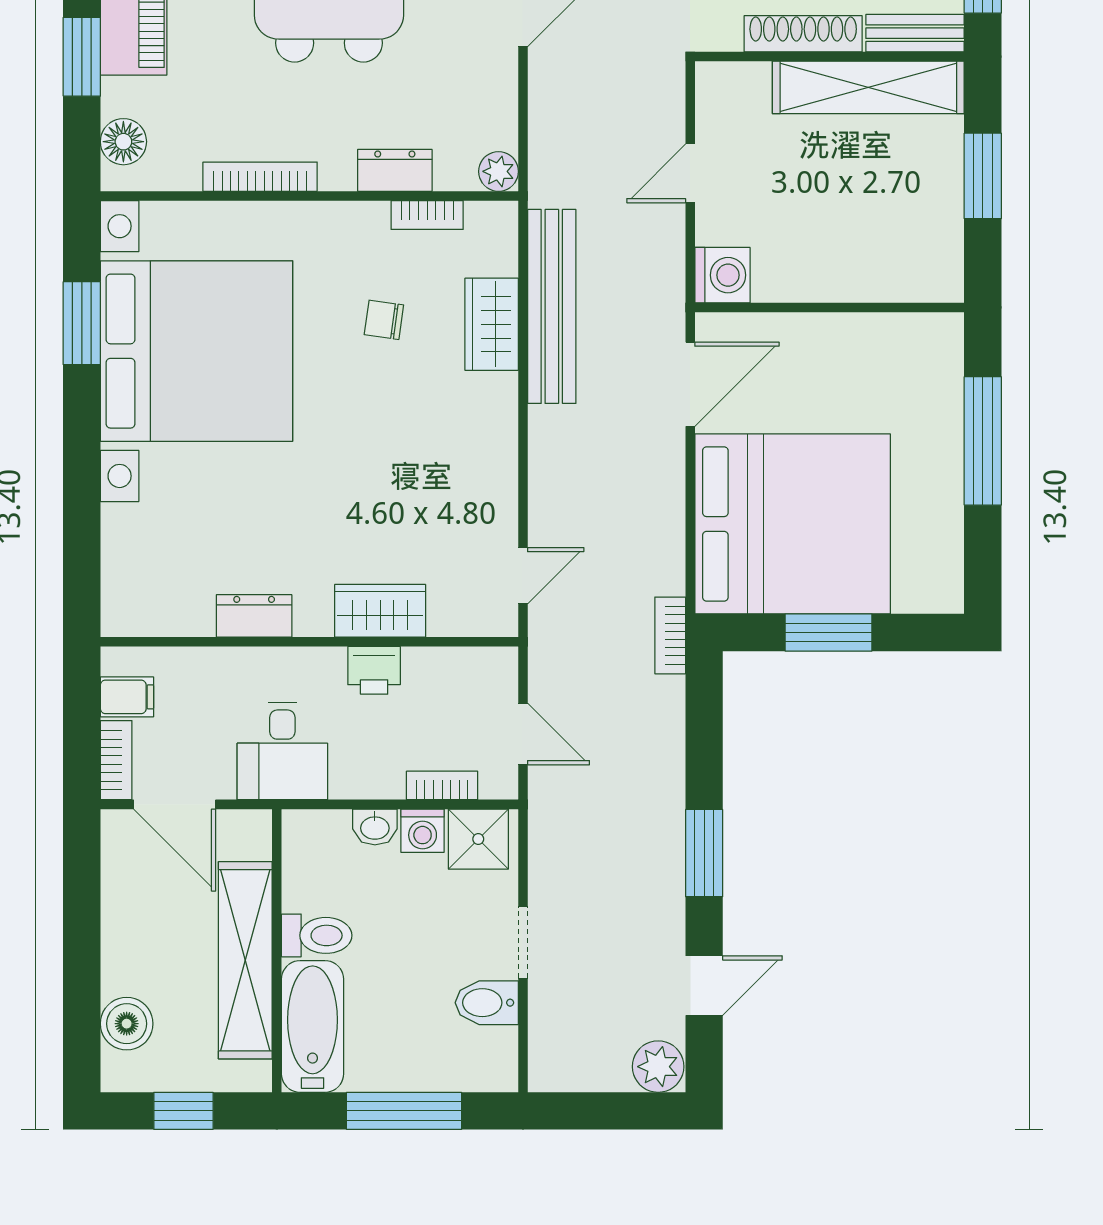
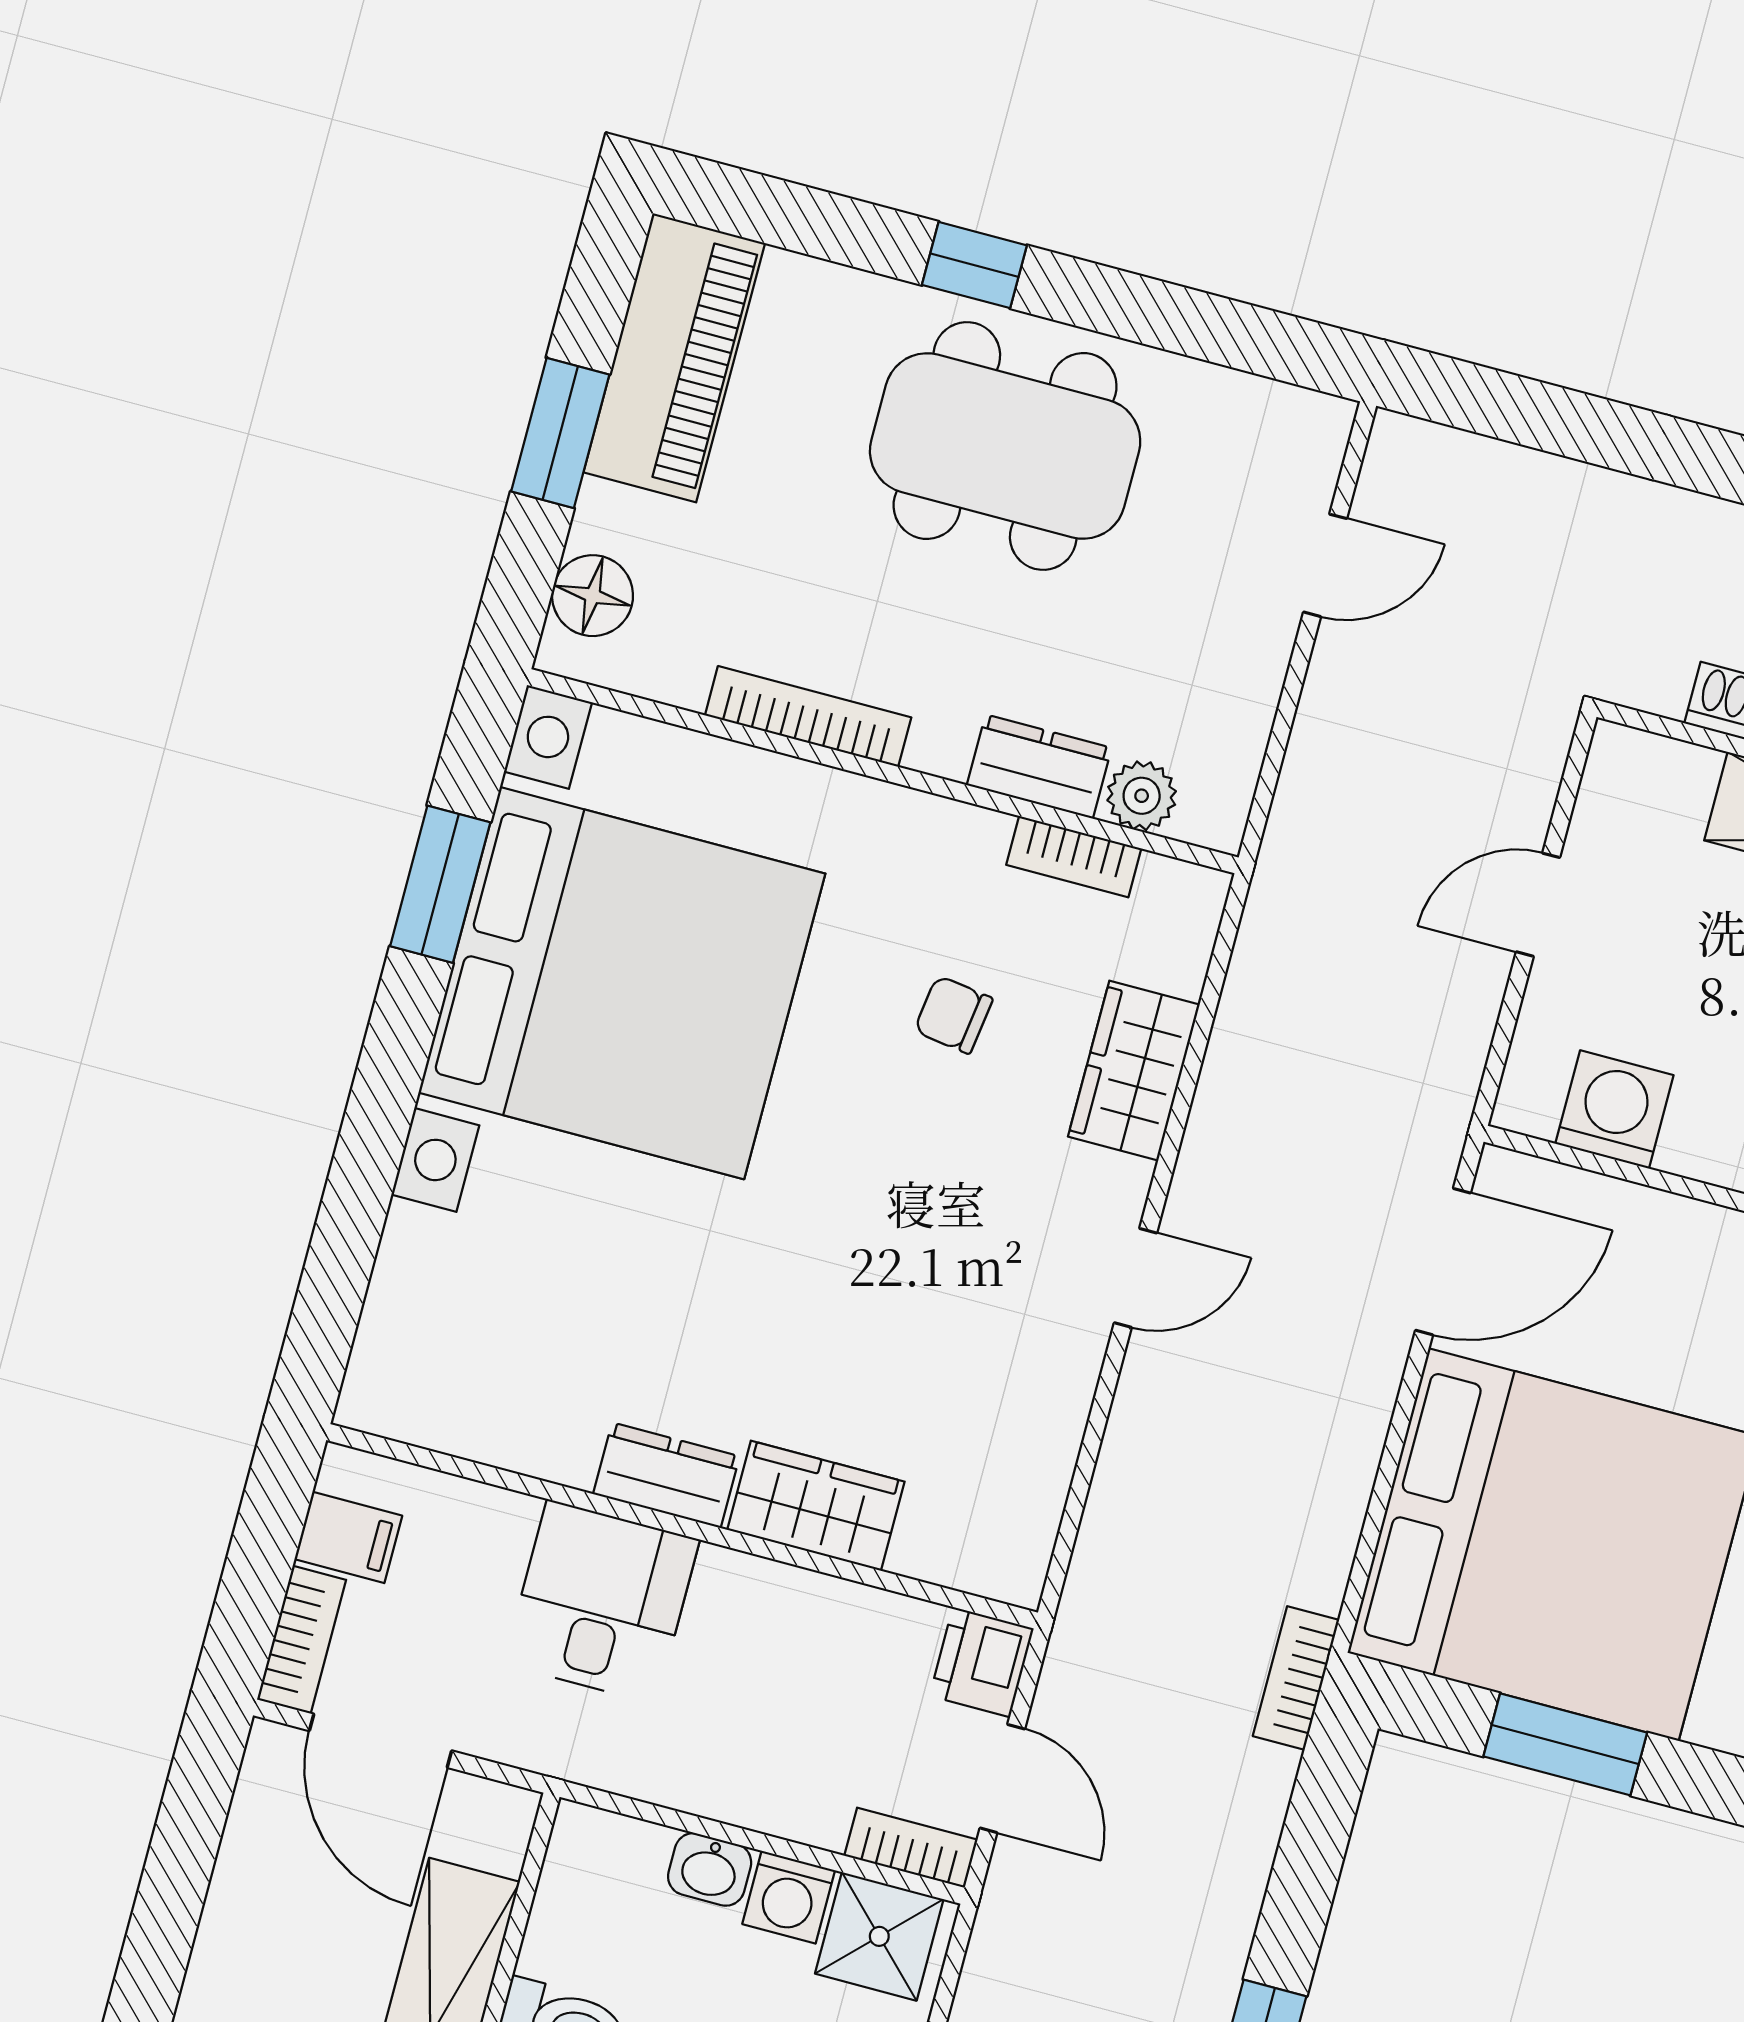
plant: (499, 171) -> (1142, 796), moved
washing machine: (722, 275) -> (1614, 1109), moved, turned -90
bench: (552, 306) -> (1244, 1068), removed
door: (523, 576) -> (1135, 1278), moved
dresser: (254, 616) -> (666, 1475), moved
printer: (374, 670) -> (982, 1662), moved, turned 90
desk: (282, 751) -> (602, 1602), moved, turned 180
bookcase: (442, 785) -> (911, 1848), moved

